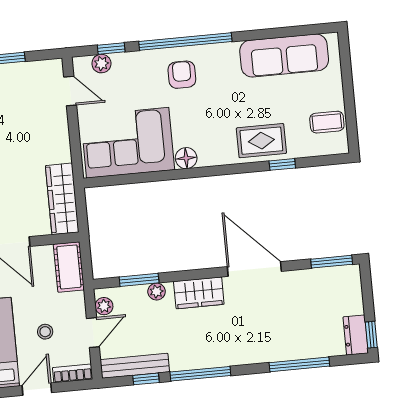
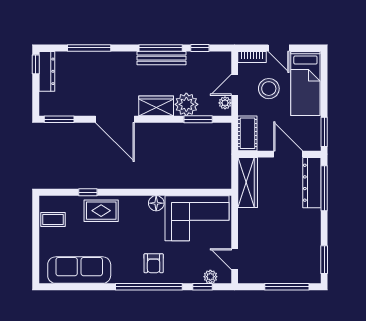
plant: (157, 292) -> (186, 104), width x1.88, depth x1.88
stool: (45, 332) -> (269, 89), width x1.89, depth x1.89
dresser: (356, 335) -> (47, 71), width x1.44
bench: (135, 366) -> (161, 58), moved
door: (37, 389) -> (279, 48), hinge flipped

